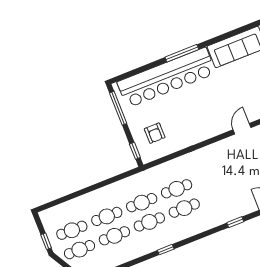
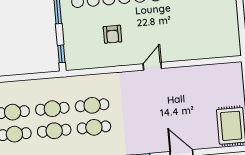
door: (242, 129) -> (152, 66), moved
armchair: (155, 133) -> (112, 34), moved

